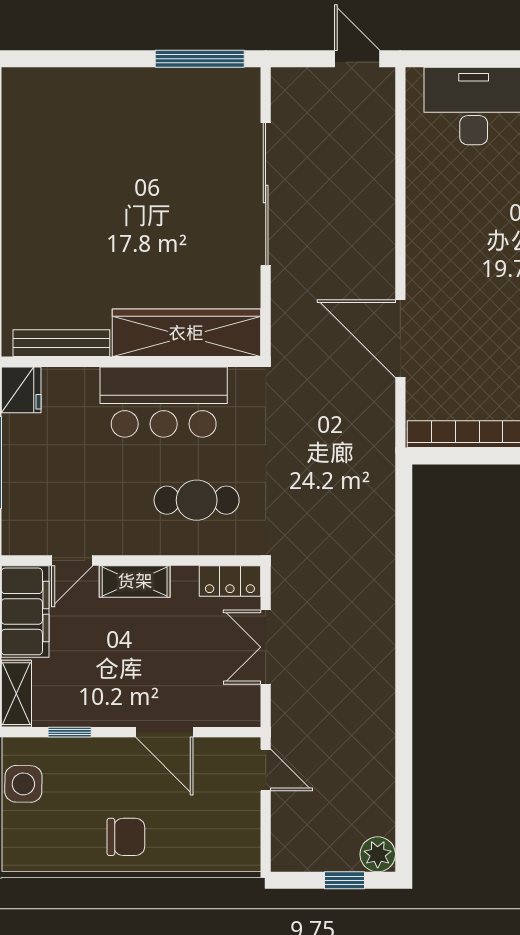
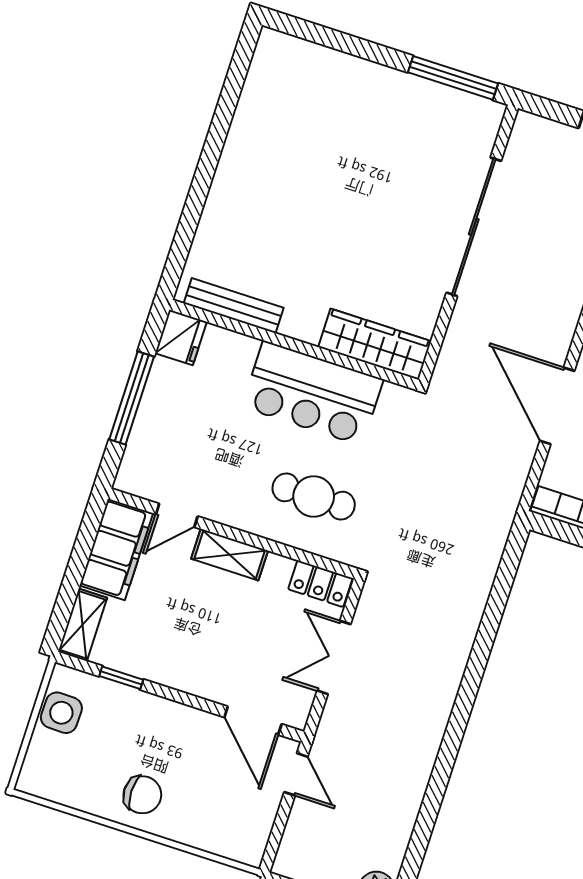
wardrobe: (186, 333) -> (375, 344), width x0.71, depth x0.85
door: (164, 732) -> (253, 721), moved

